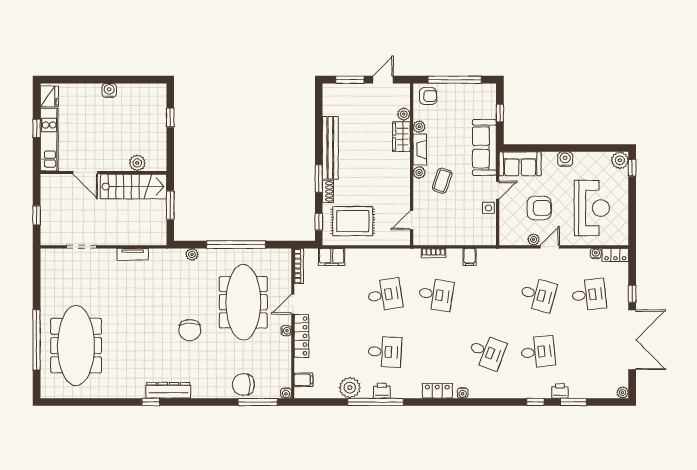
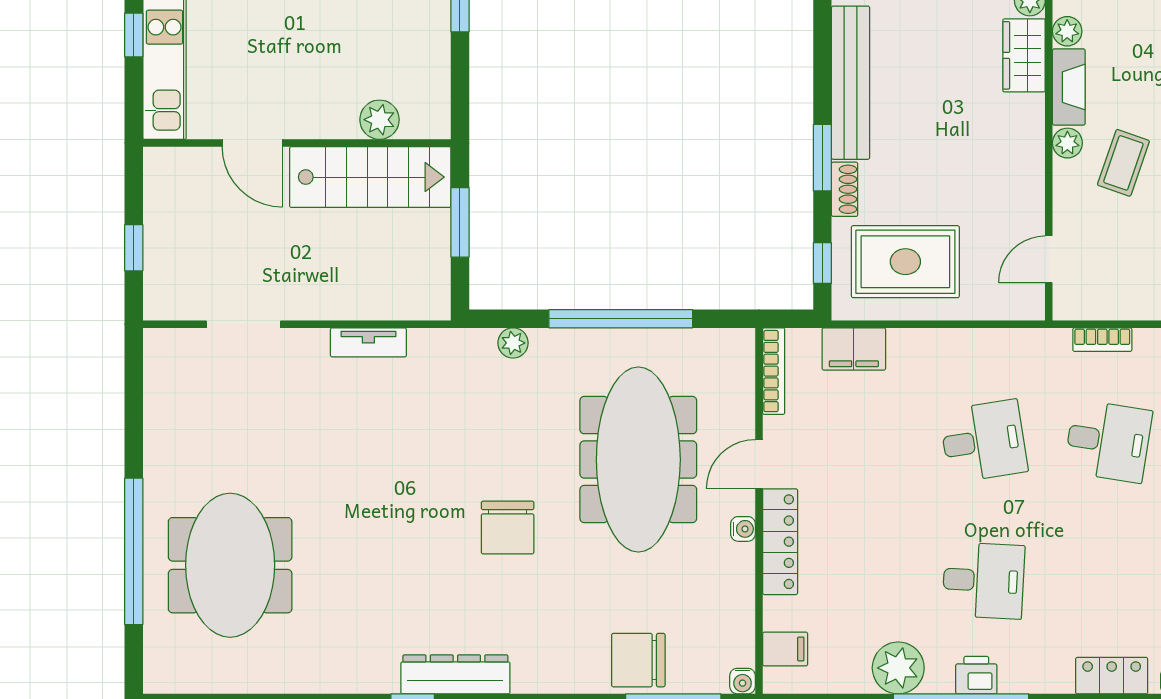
meeting table: (76, 346) -> (230, 565), width x0.73

